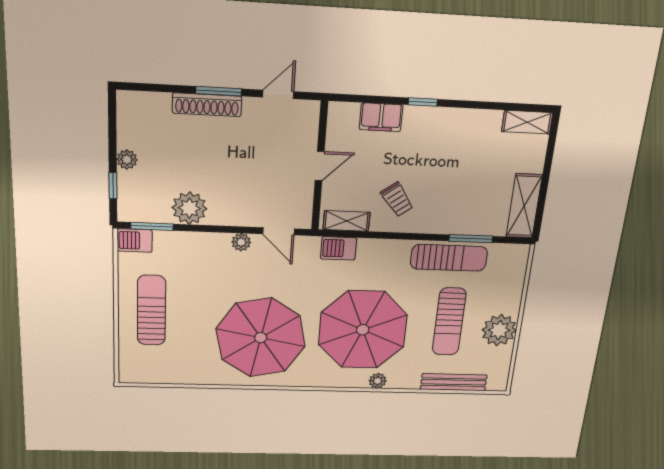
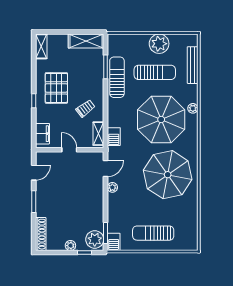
door: (278, 94) -> (34, 173), swing flipped
shoe rack: (207, 105) -> (41, 234), moved
filing cabinet: (381, 117) -> (42, 134), moved
pallet: (443, 147) -> (56, 88), added
plant: (189, 208) -> (95, 239), moved

